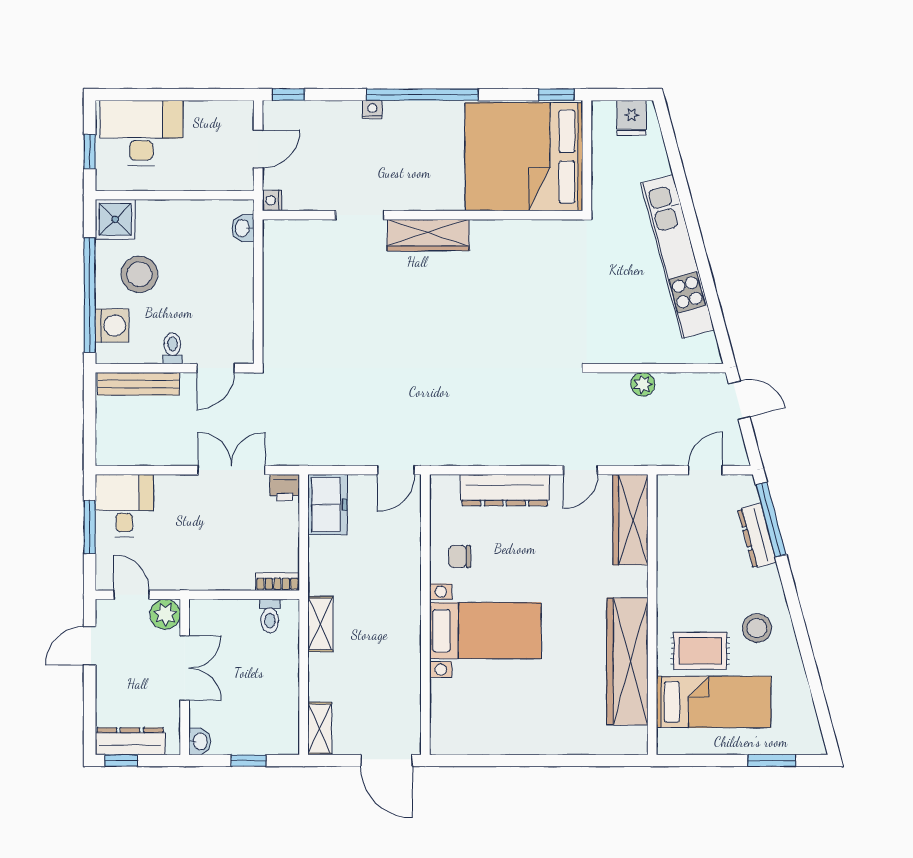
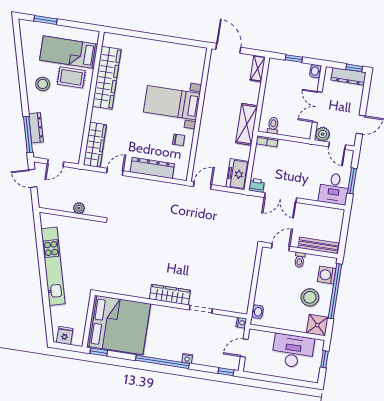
desk: (141, 133) -> (293, 351), moved, turned 180
door: (739, 400) -> (33, 178), moved
shelving: (320, 624) -> (247, 124), width x1.50, depth x1.33

